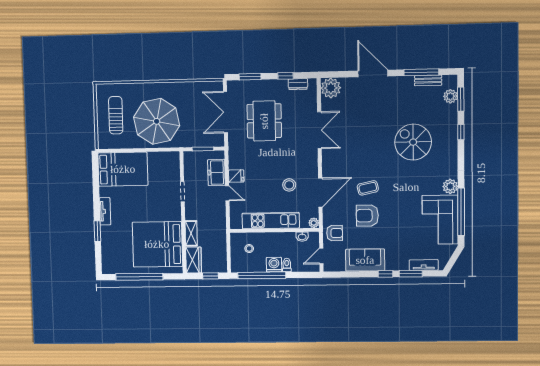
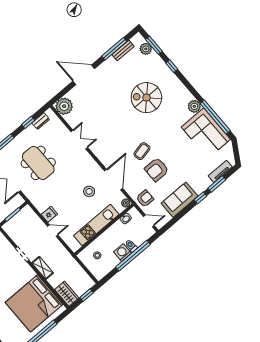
double door: (319, 130) -> (79, 140), width x0.73
freezer: (216, 172) -> (34, 223), removed
shelving: (191, 233) -> (43, 268), moved
door: (321, 256) -> (149, 221), swing flipped
window: (262, 275) -> (133, 256), moved

